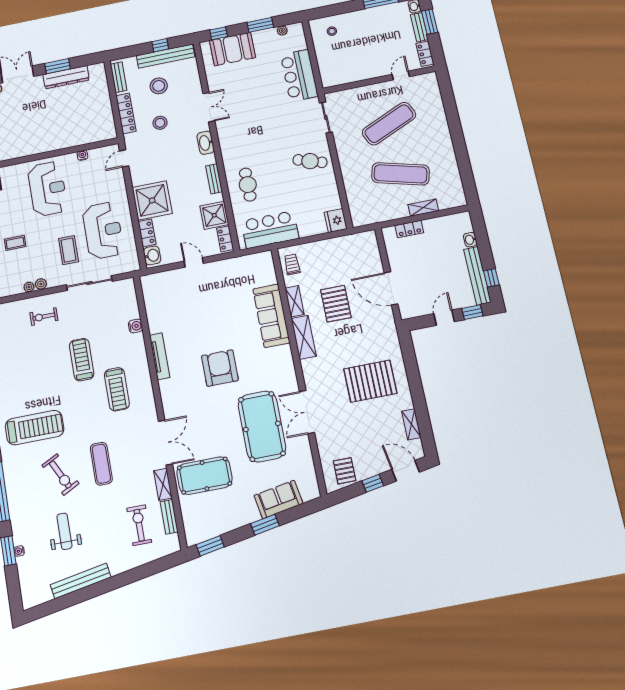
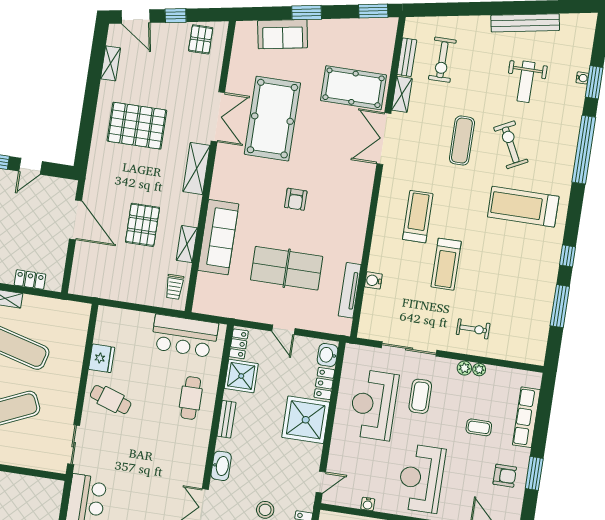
fridge: (336, 221) -> (102, 358), moved
table tennis table: (208, 311) -> (287, 268), added
shelving: (304, 337) -> (196, 168), moved
tv unit: (160, 356) -> (350, 290), moved
armchair: (220, 368) -> (296, 199), width x0.53, depth x0.53

